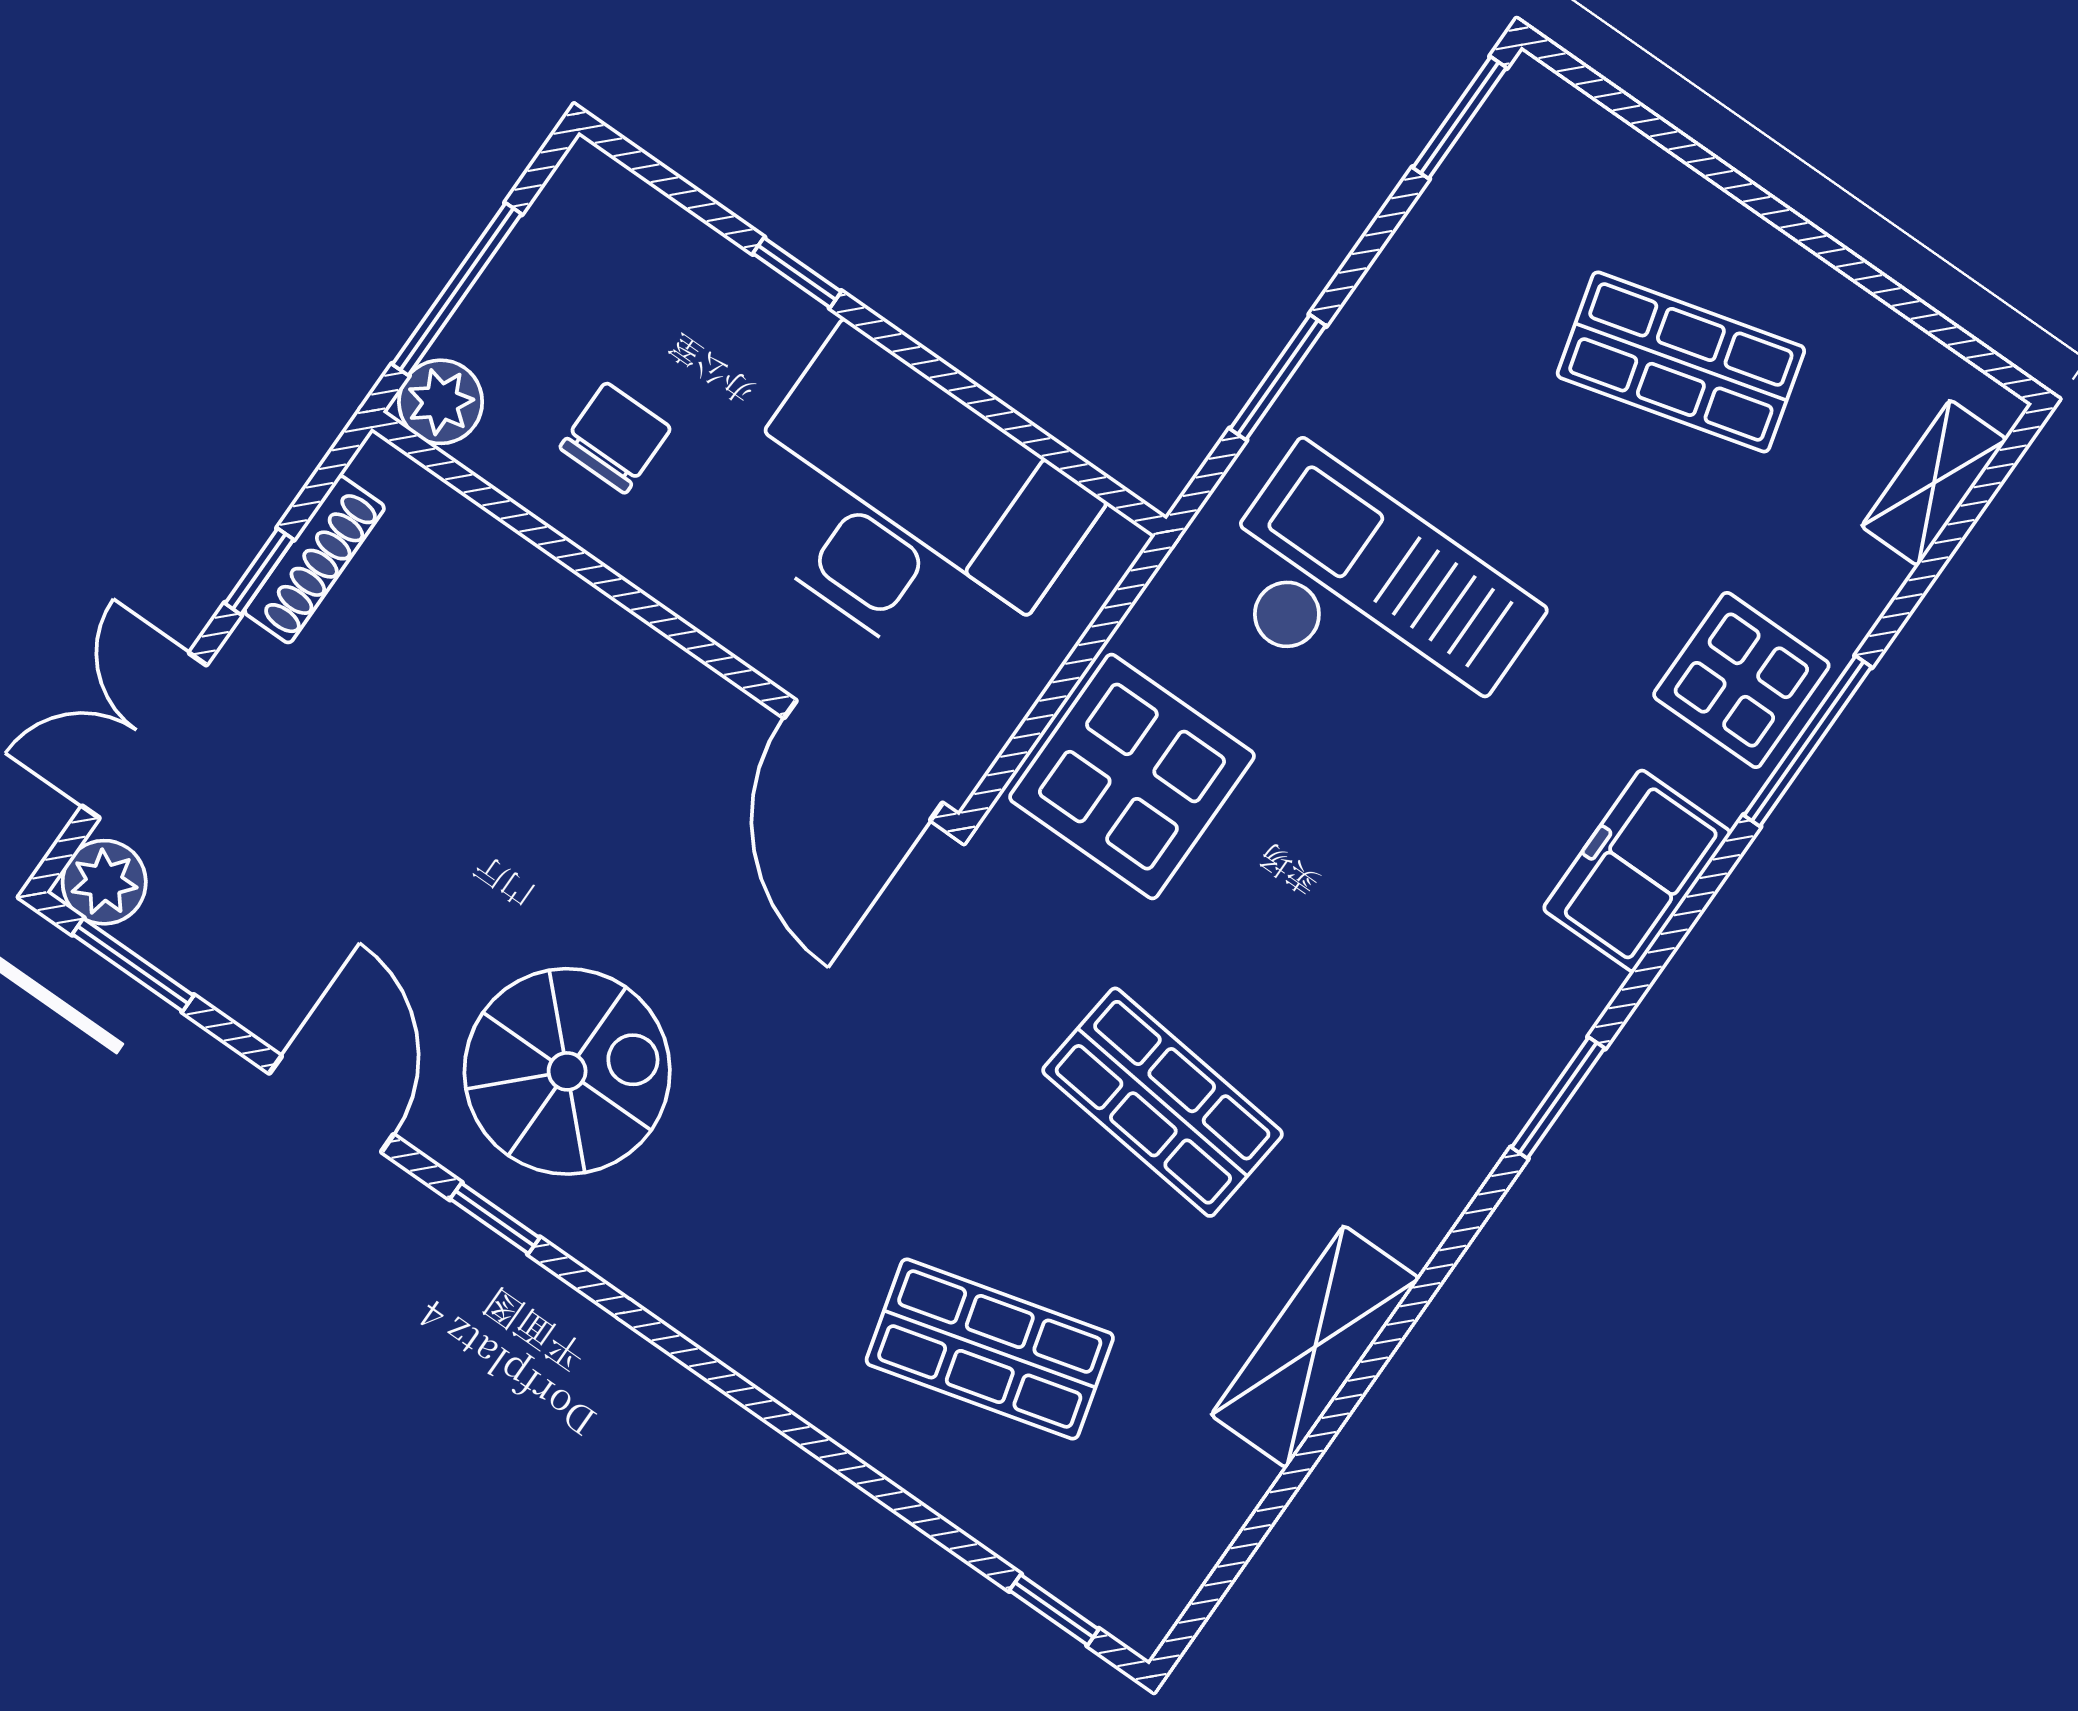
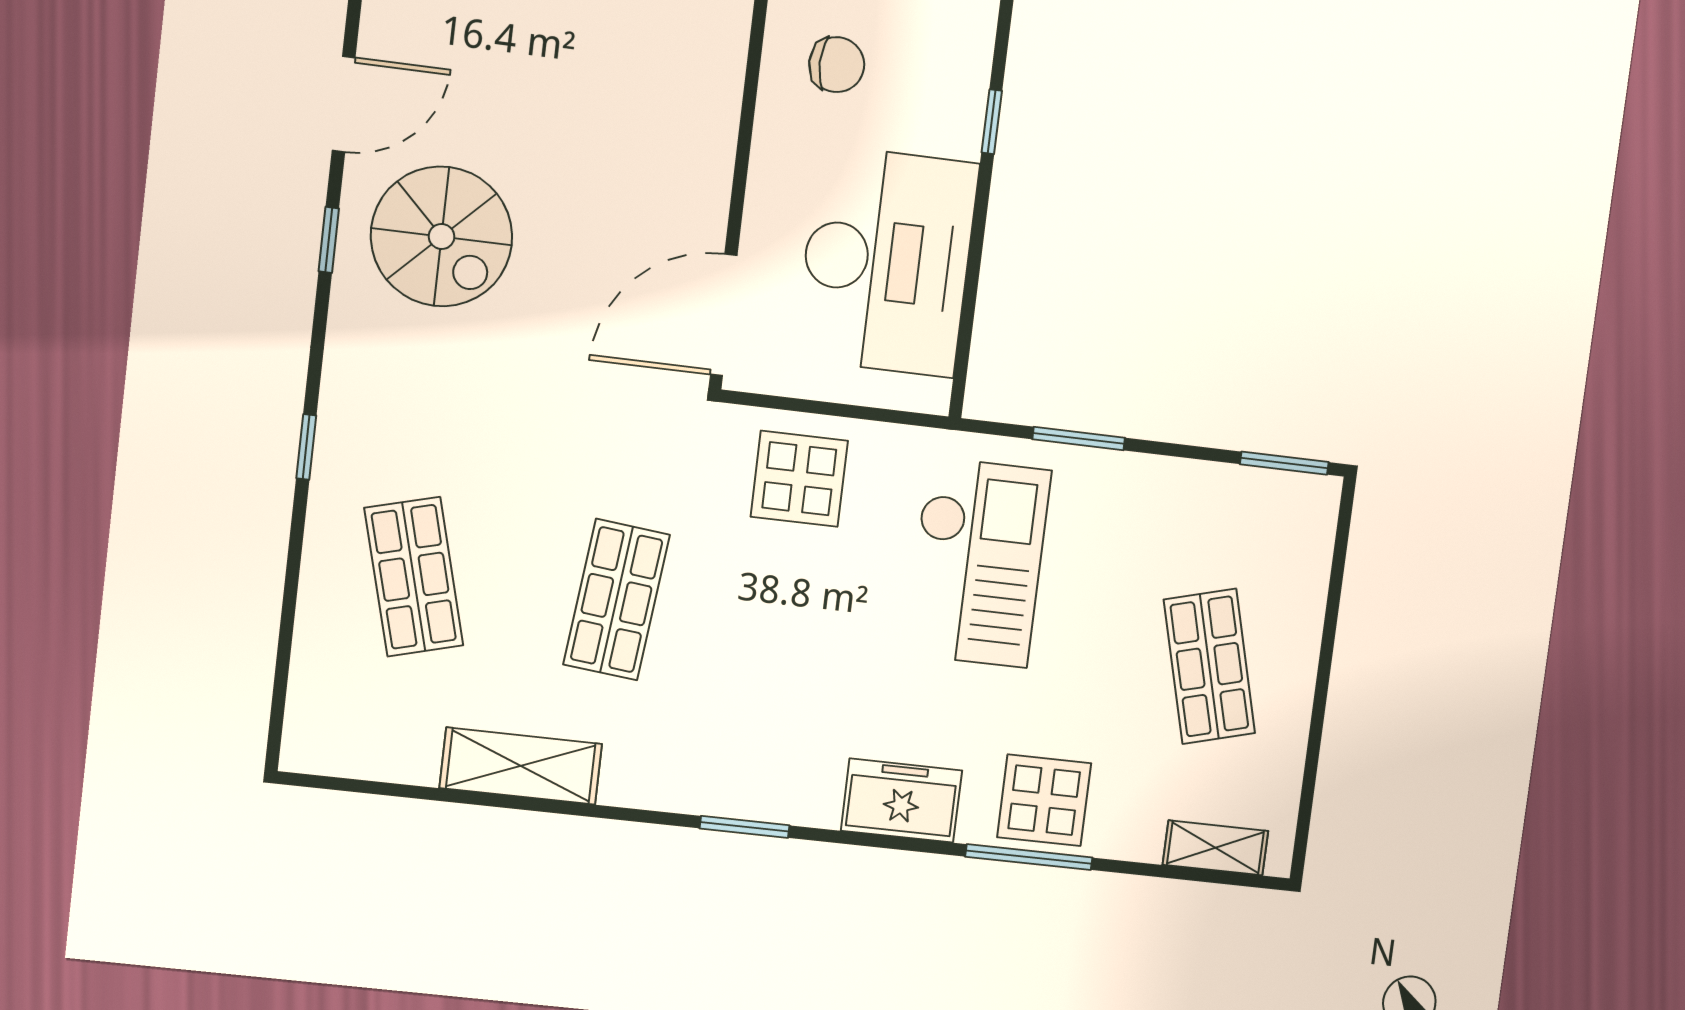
display table: (1132, 777) -> (799, 479), width x0.73, depth x0.73
window: (1054, 1610) -> (306, 447), moved

